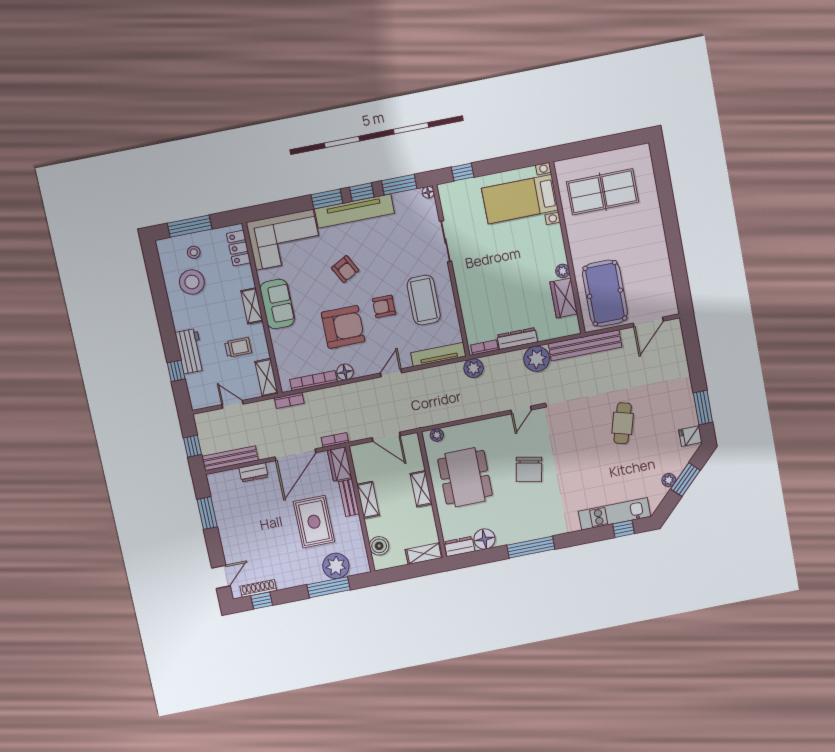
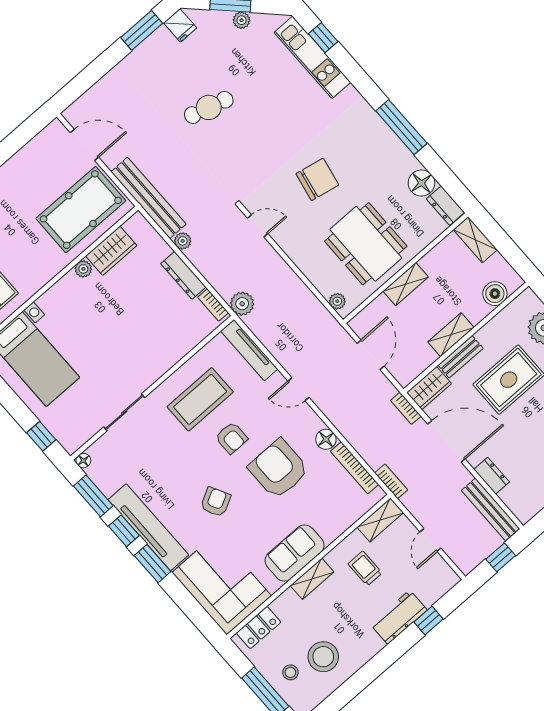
plant: (537, 359) -> (183, 241), width x0.53, depth x0.53
dining table: (465, 477) -> (366, 244), turned 90

